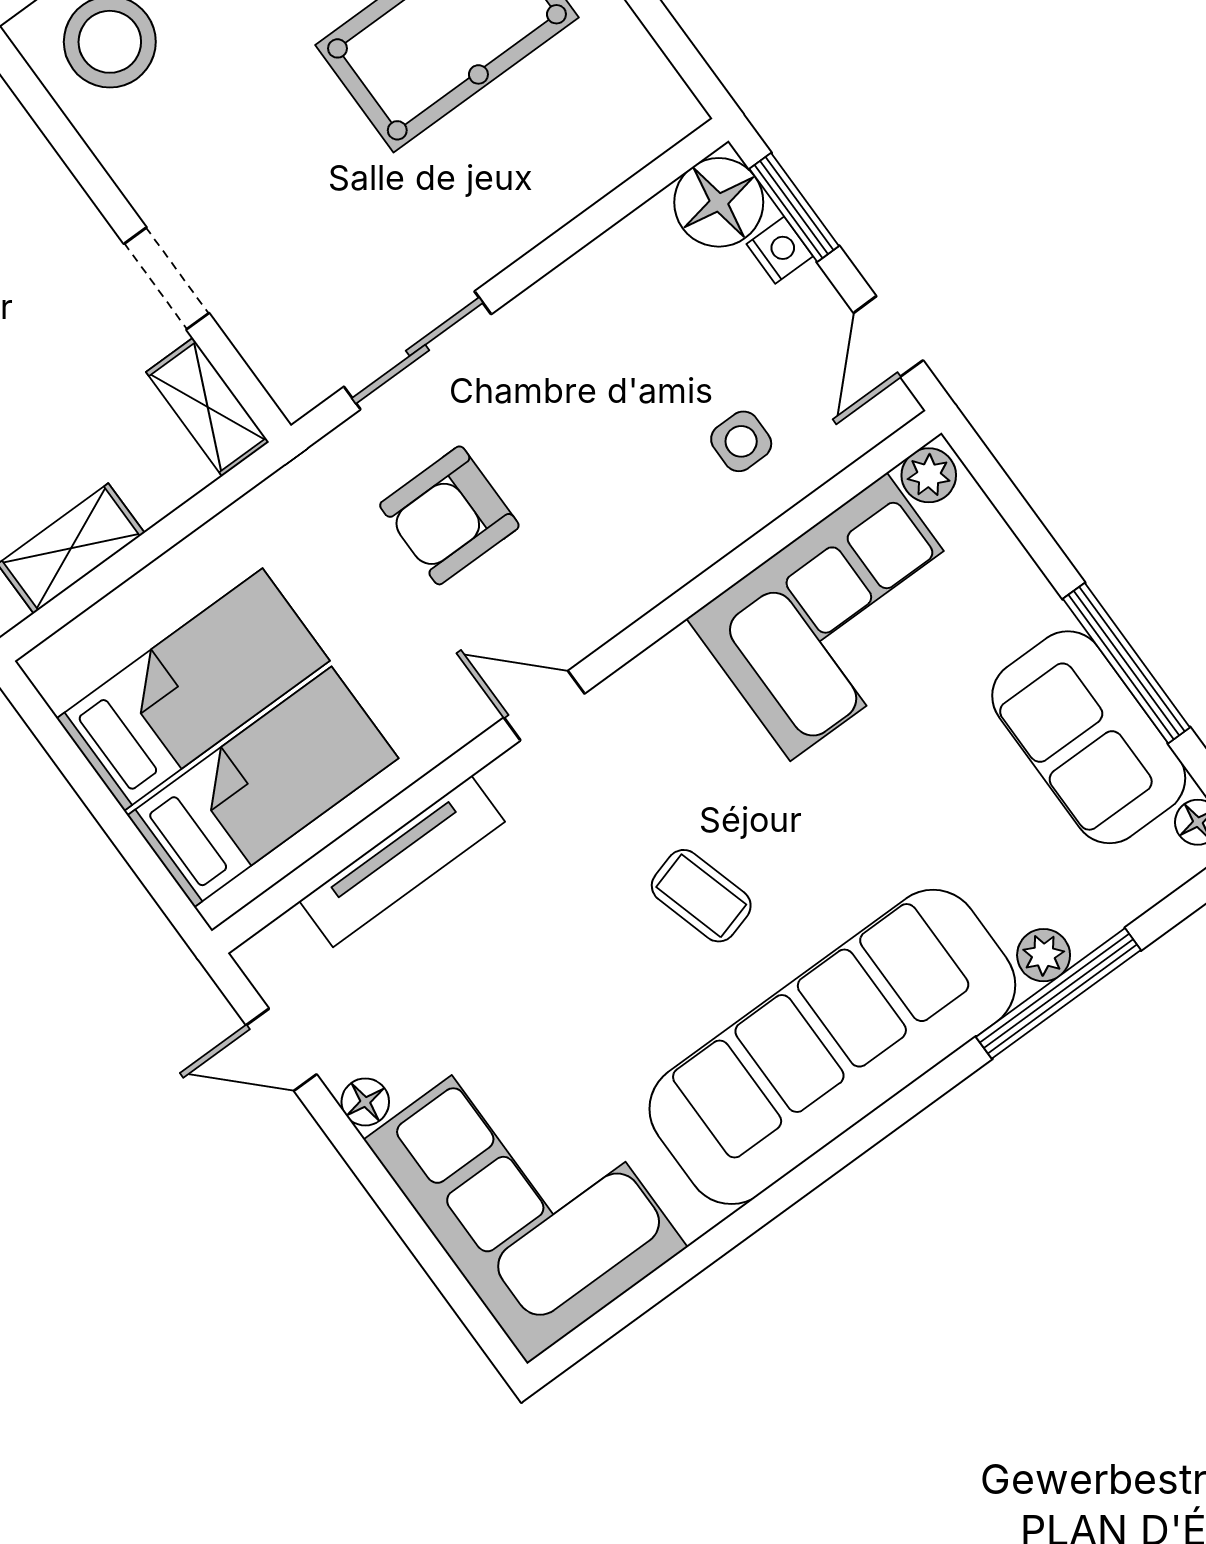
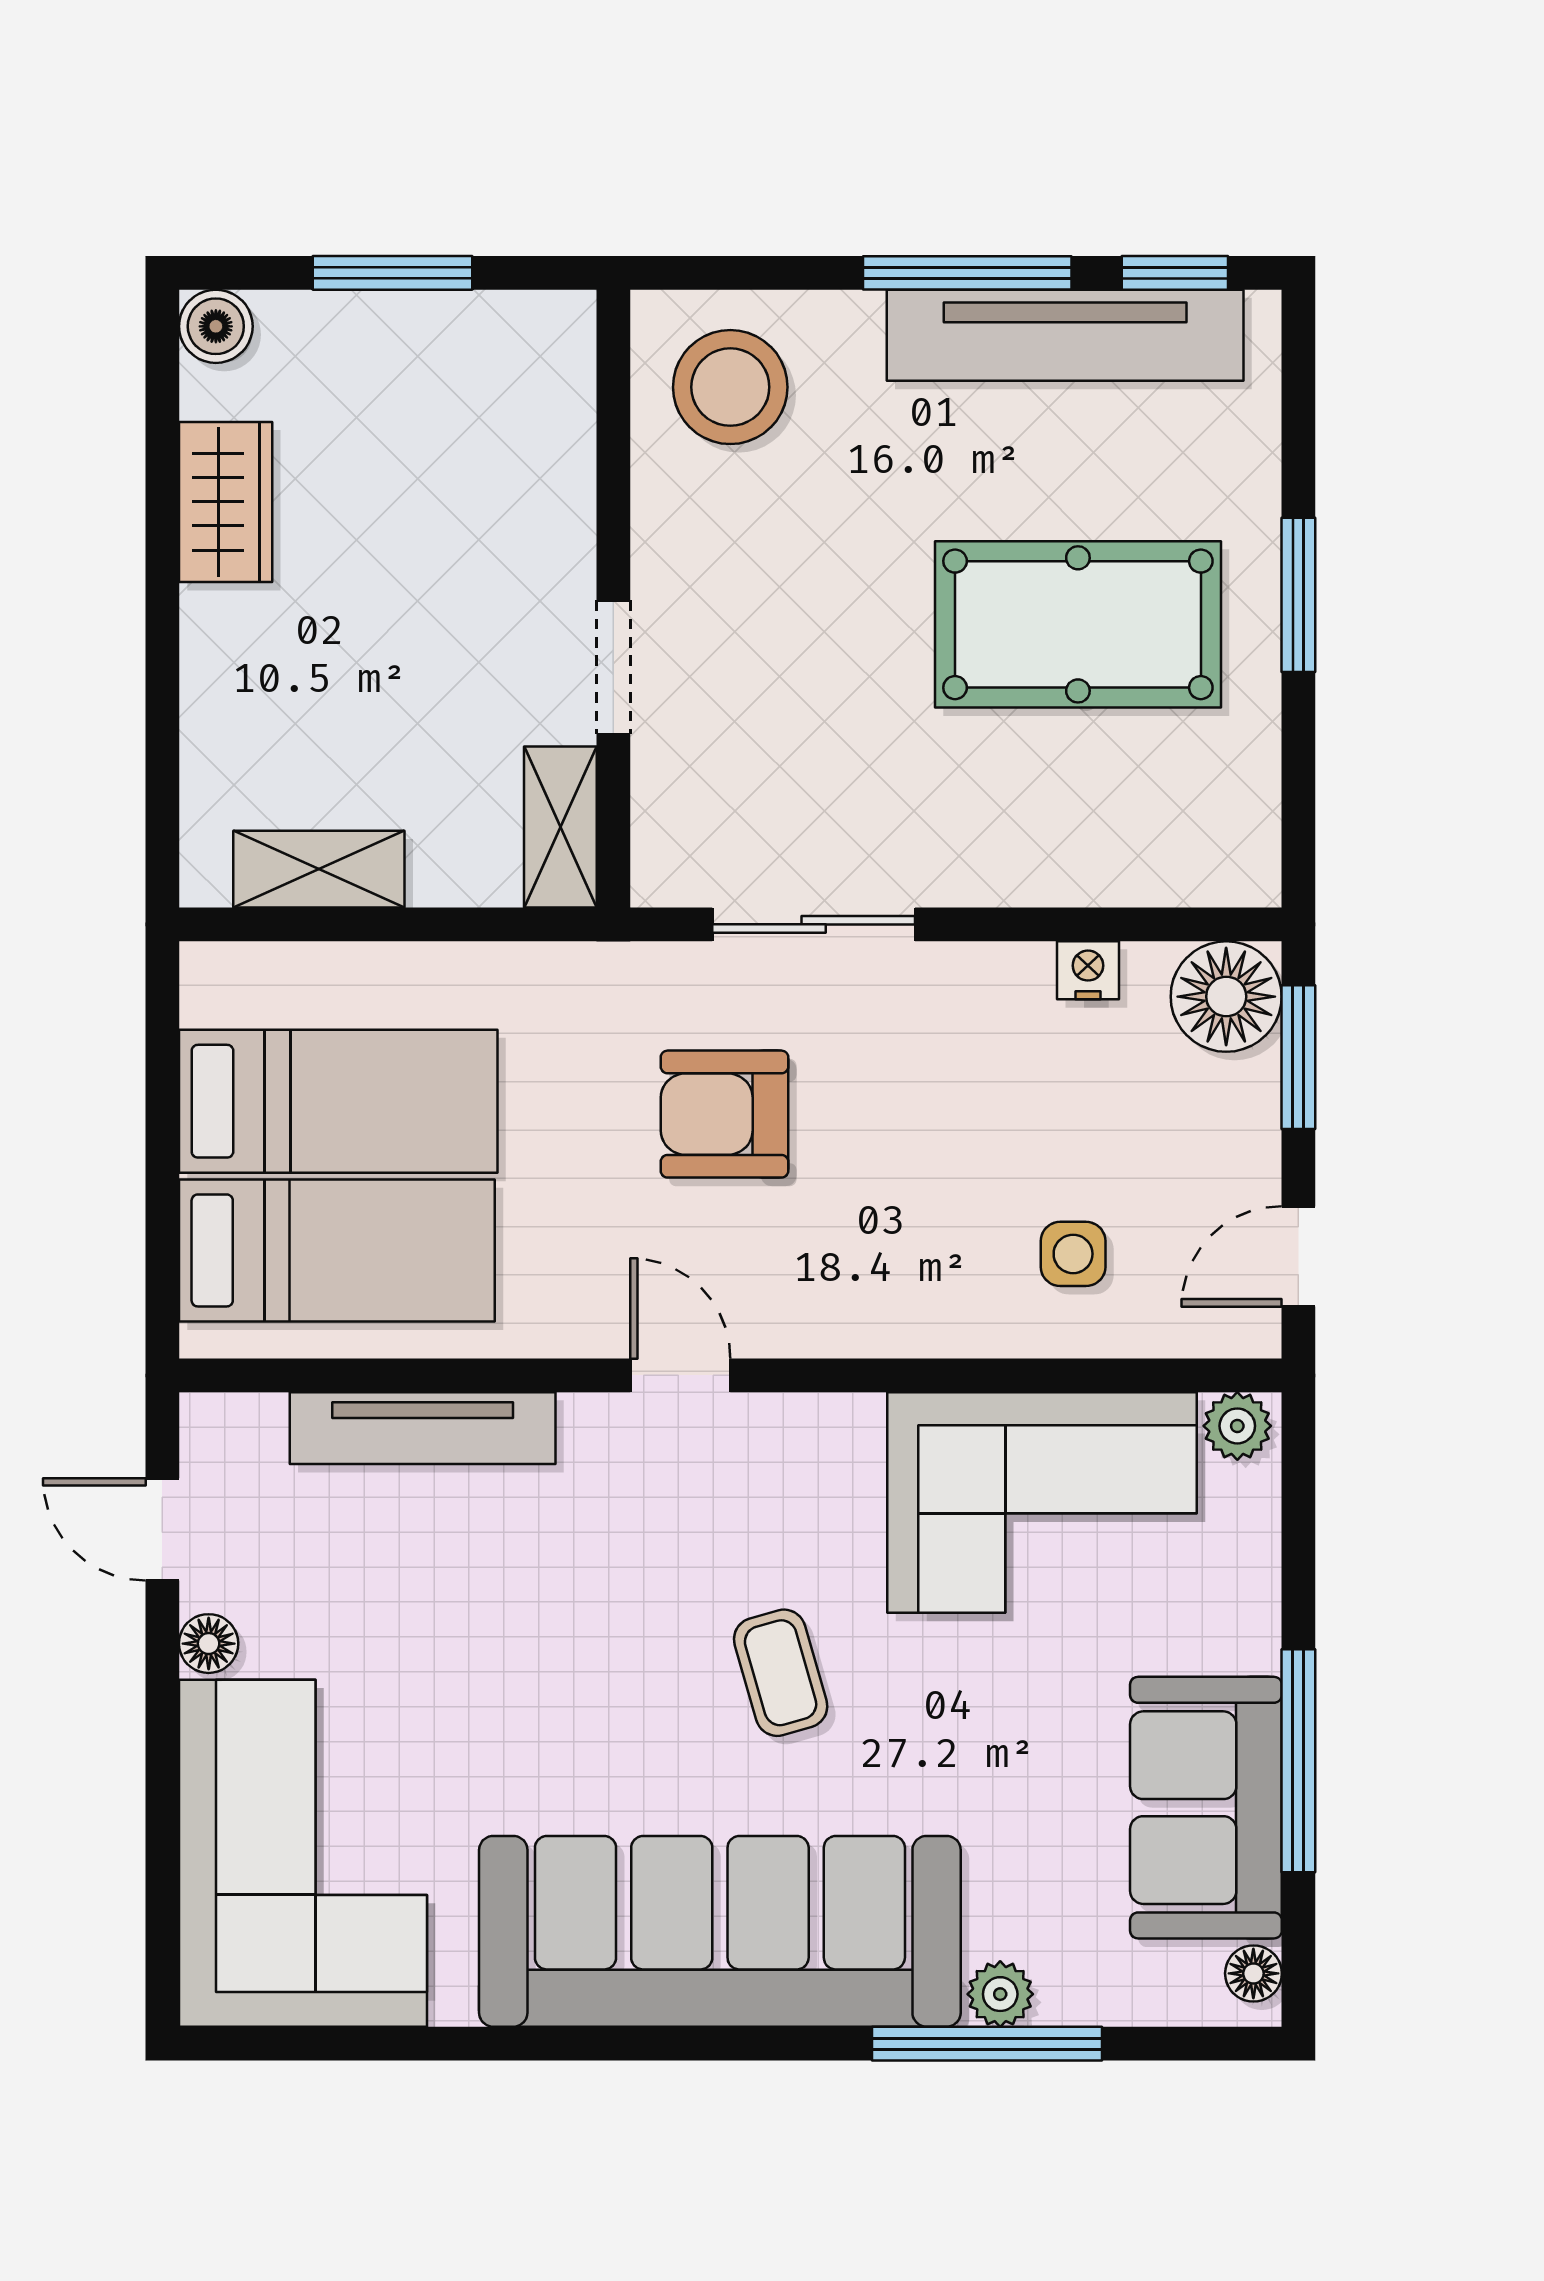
nightstand: (780, 250) -> (1088, 970), moved, turned -90
coffee table: (701, 896) -> (781, 1673), moved

